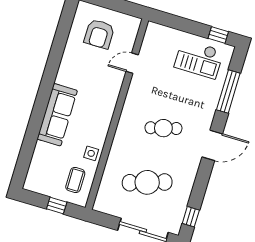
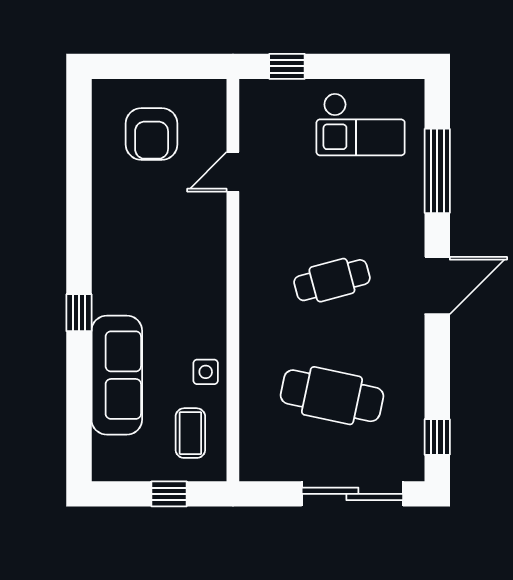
window: (218, 35) -> (287, 66), moved
window: (40, 108) -> (79, 313), added
sofa: (57, 115) -> (117, 375), moved
cafe table: (147, 182) -> (332, 396), turned 30

